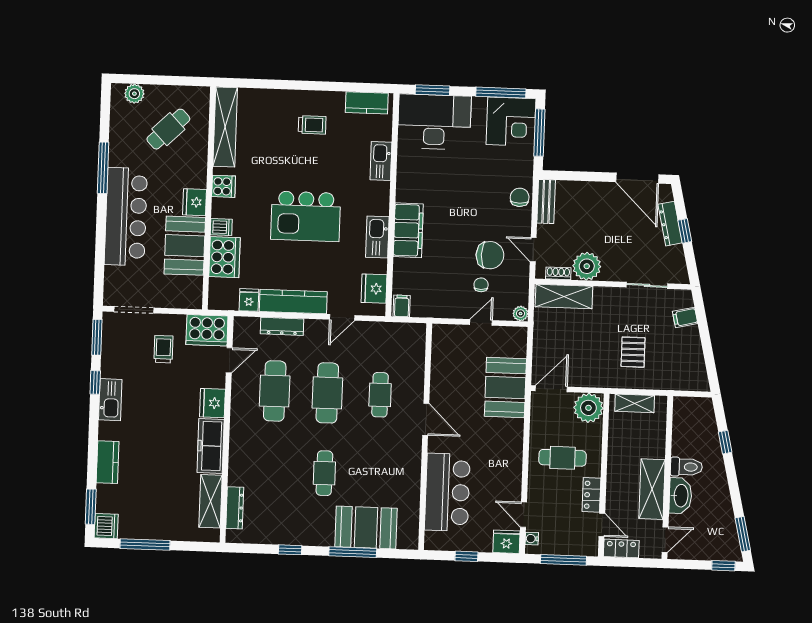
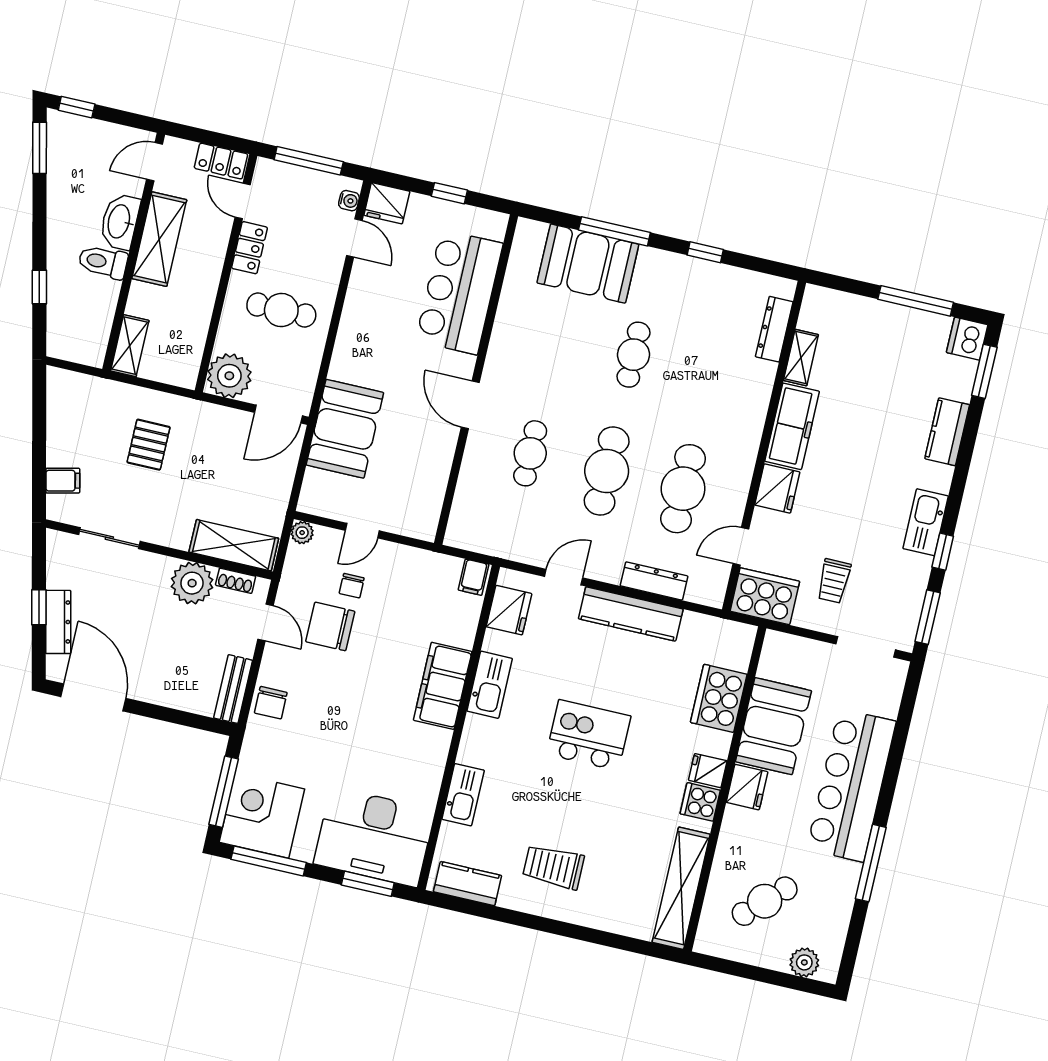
trolley: (312, 125) -> (553, 867), width x1.36, depth x1.39
kitchen island: (306, 216) -> (589, 735), width x0.73, depth x0.78
dishwasher: (221, 227) -> (715, 743), removed
fridge: (249, 300) -> (708, 771), moved, turned 90
shelving: (635, 403) -> (130, 346), moved, turned 90
shelving: (211, 501) -> (801, 358), width x0.67, depth x0.75

